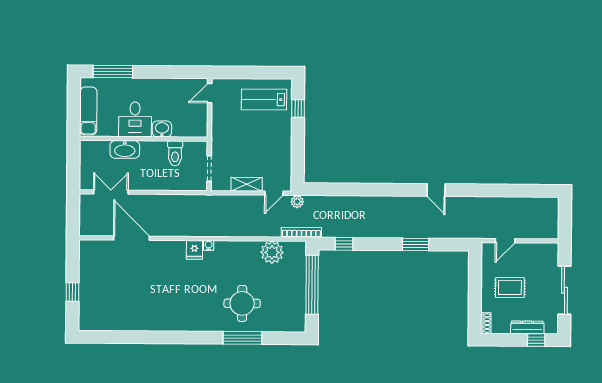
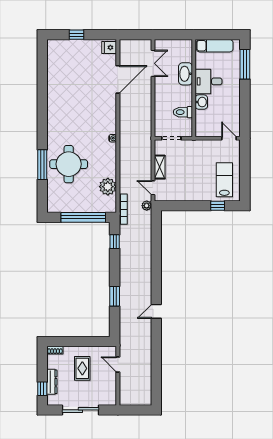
fridge: (194, 250) -> (109, 47), moved
round table: (242, 303) -> (69, 164), width x1.36, depth x1.36

